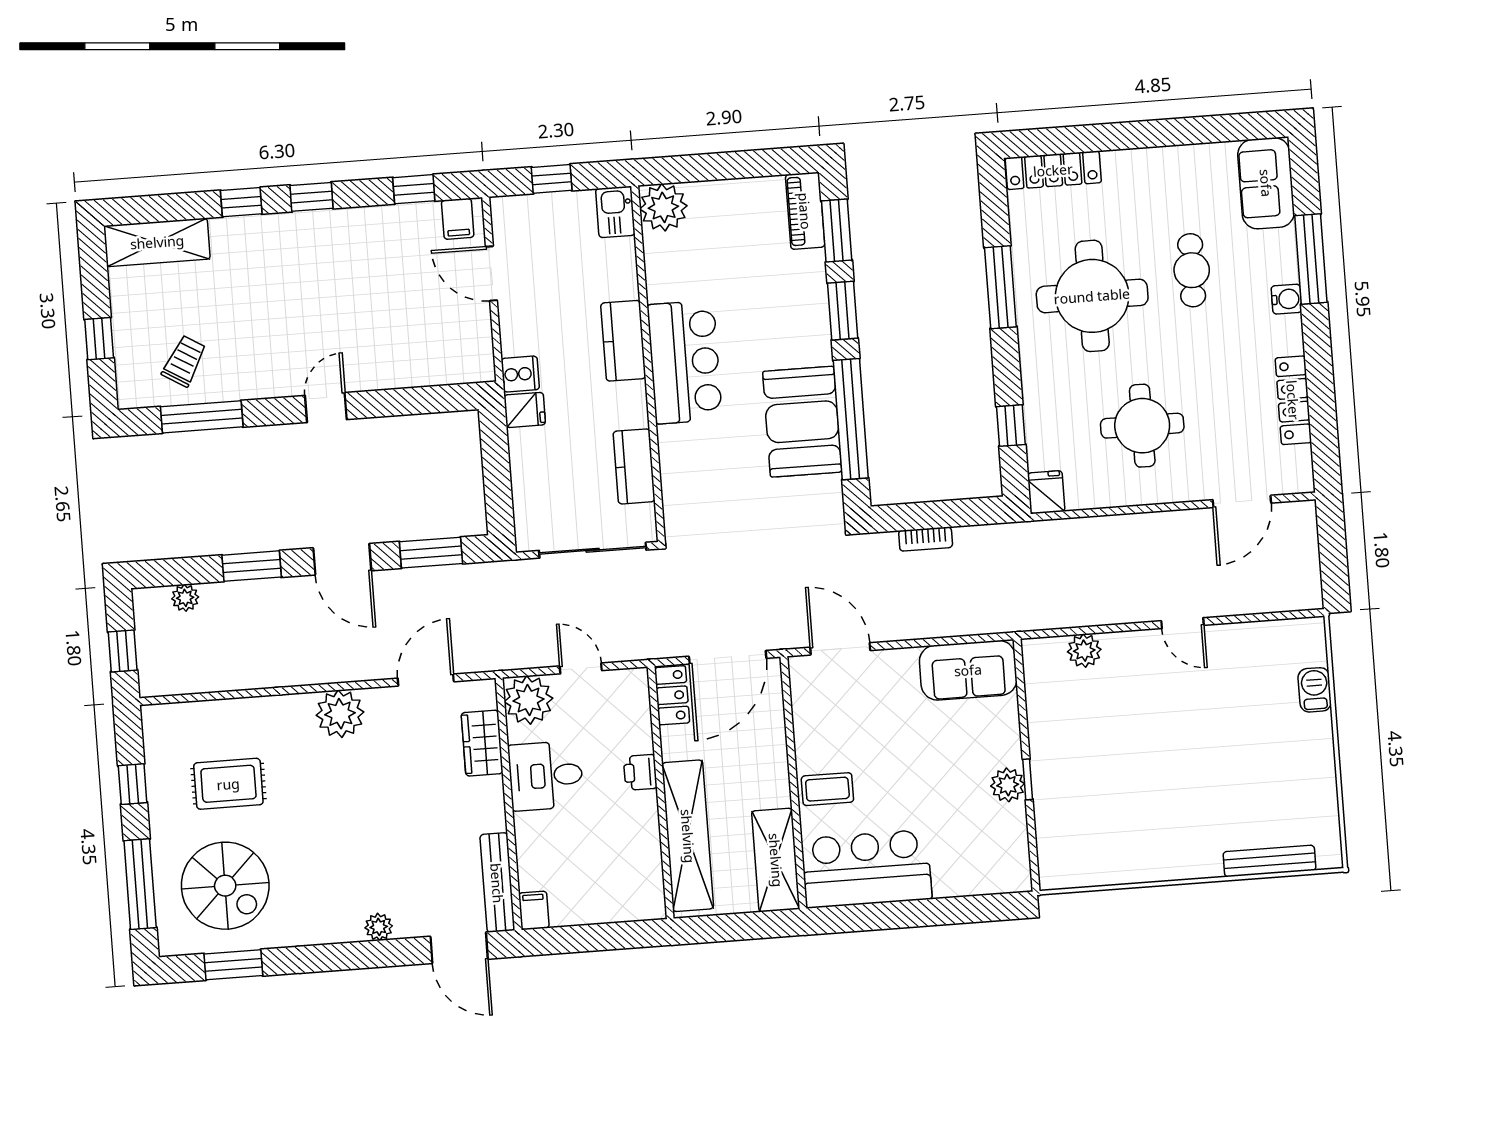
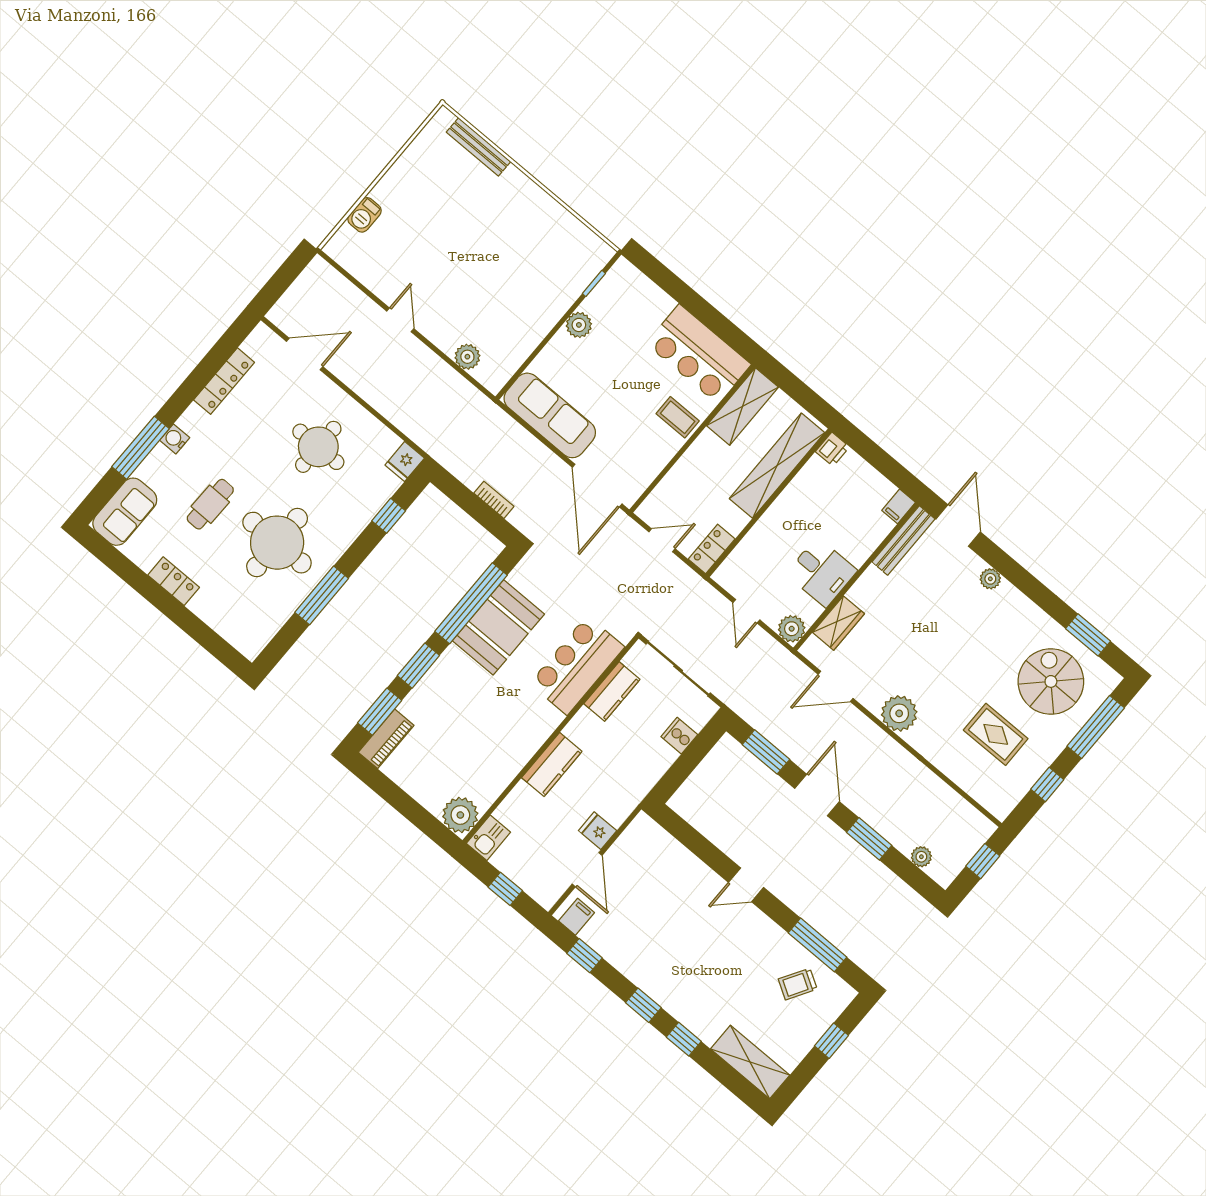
locker: (1053, 170) -> (174, 581), moved, width x0.66
bar counter: (685, 362) -> (577, 665), moved
cooker: (520, 374) -> (679, 736), moved
fridge: (525, 410) -> (598, 831), moved
door: (840, 649) -> (597, 486), width x1.36
door: (728, 657) -> (662, 540), width x0.53
sofa: (968, 670) -> (550, 415), width x1.36
plant: (528, 700) -> (792, 629), width x0.73, depth x0.73
printer: (640, 772) -> (832, 449), moved
window: (1028, 779) -> (594, 283), moved

